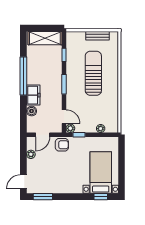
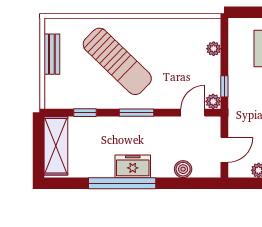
sun lounger: (93, 73) -> (117, 61), turned -136
freezer: (33, 95) -> (133, 166), moved
door: (43, 135) -> (224, 150), hinge flipped
armchair: (62, 145) -> (242, 116), removed

